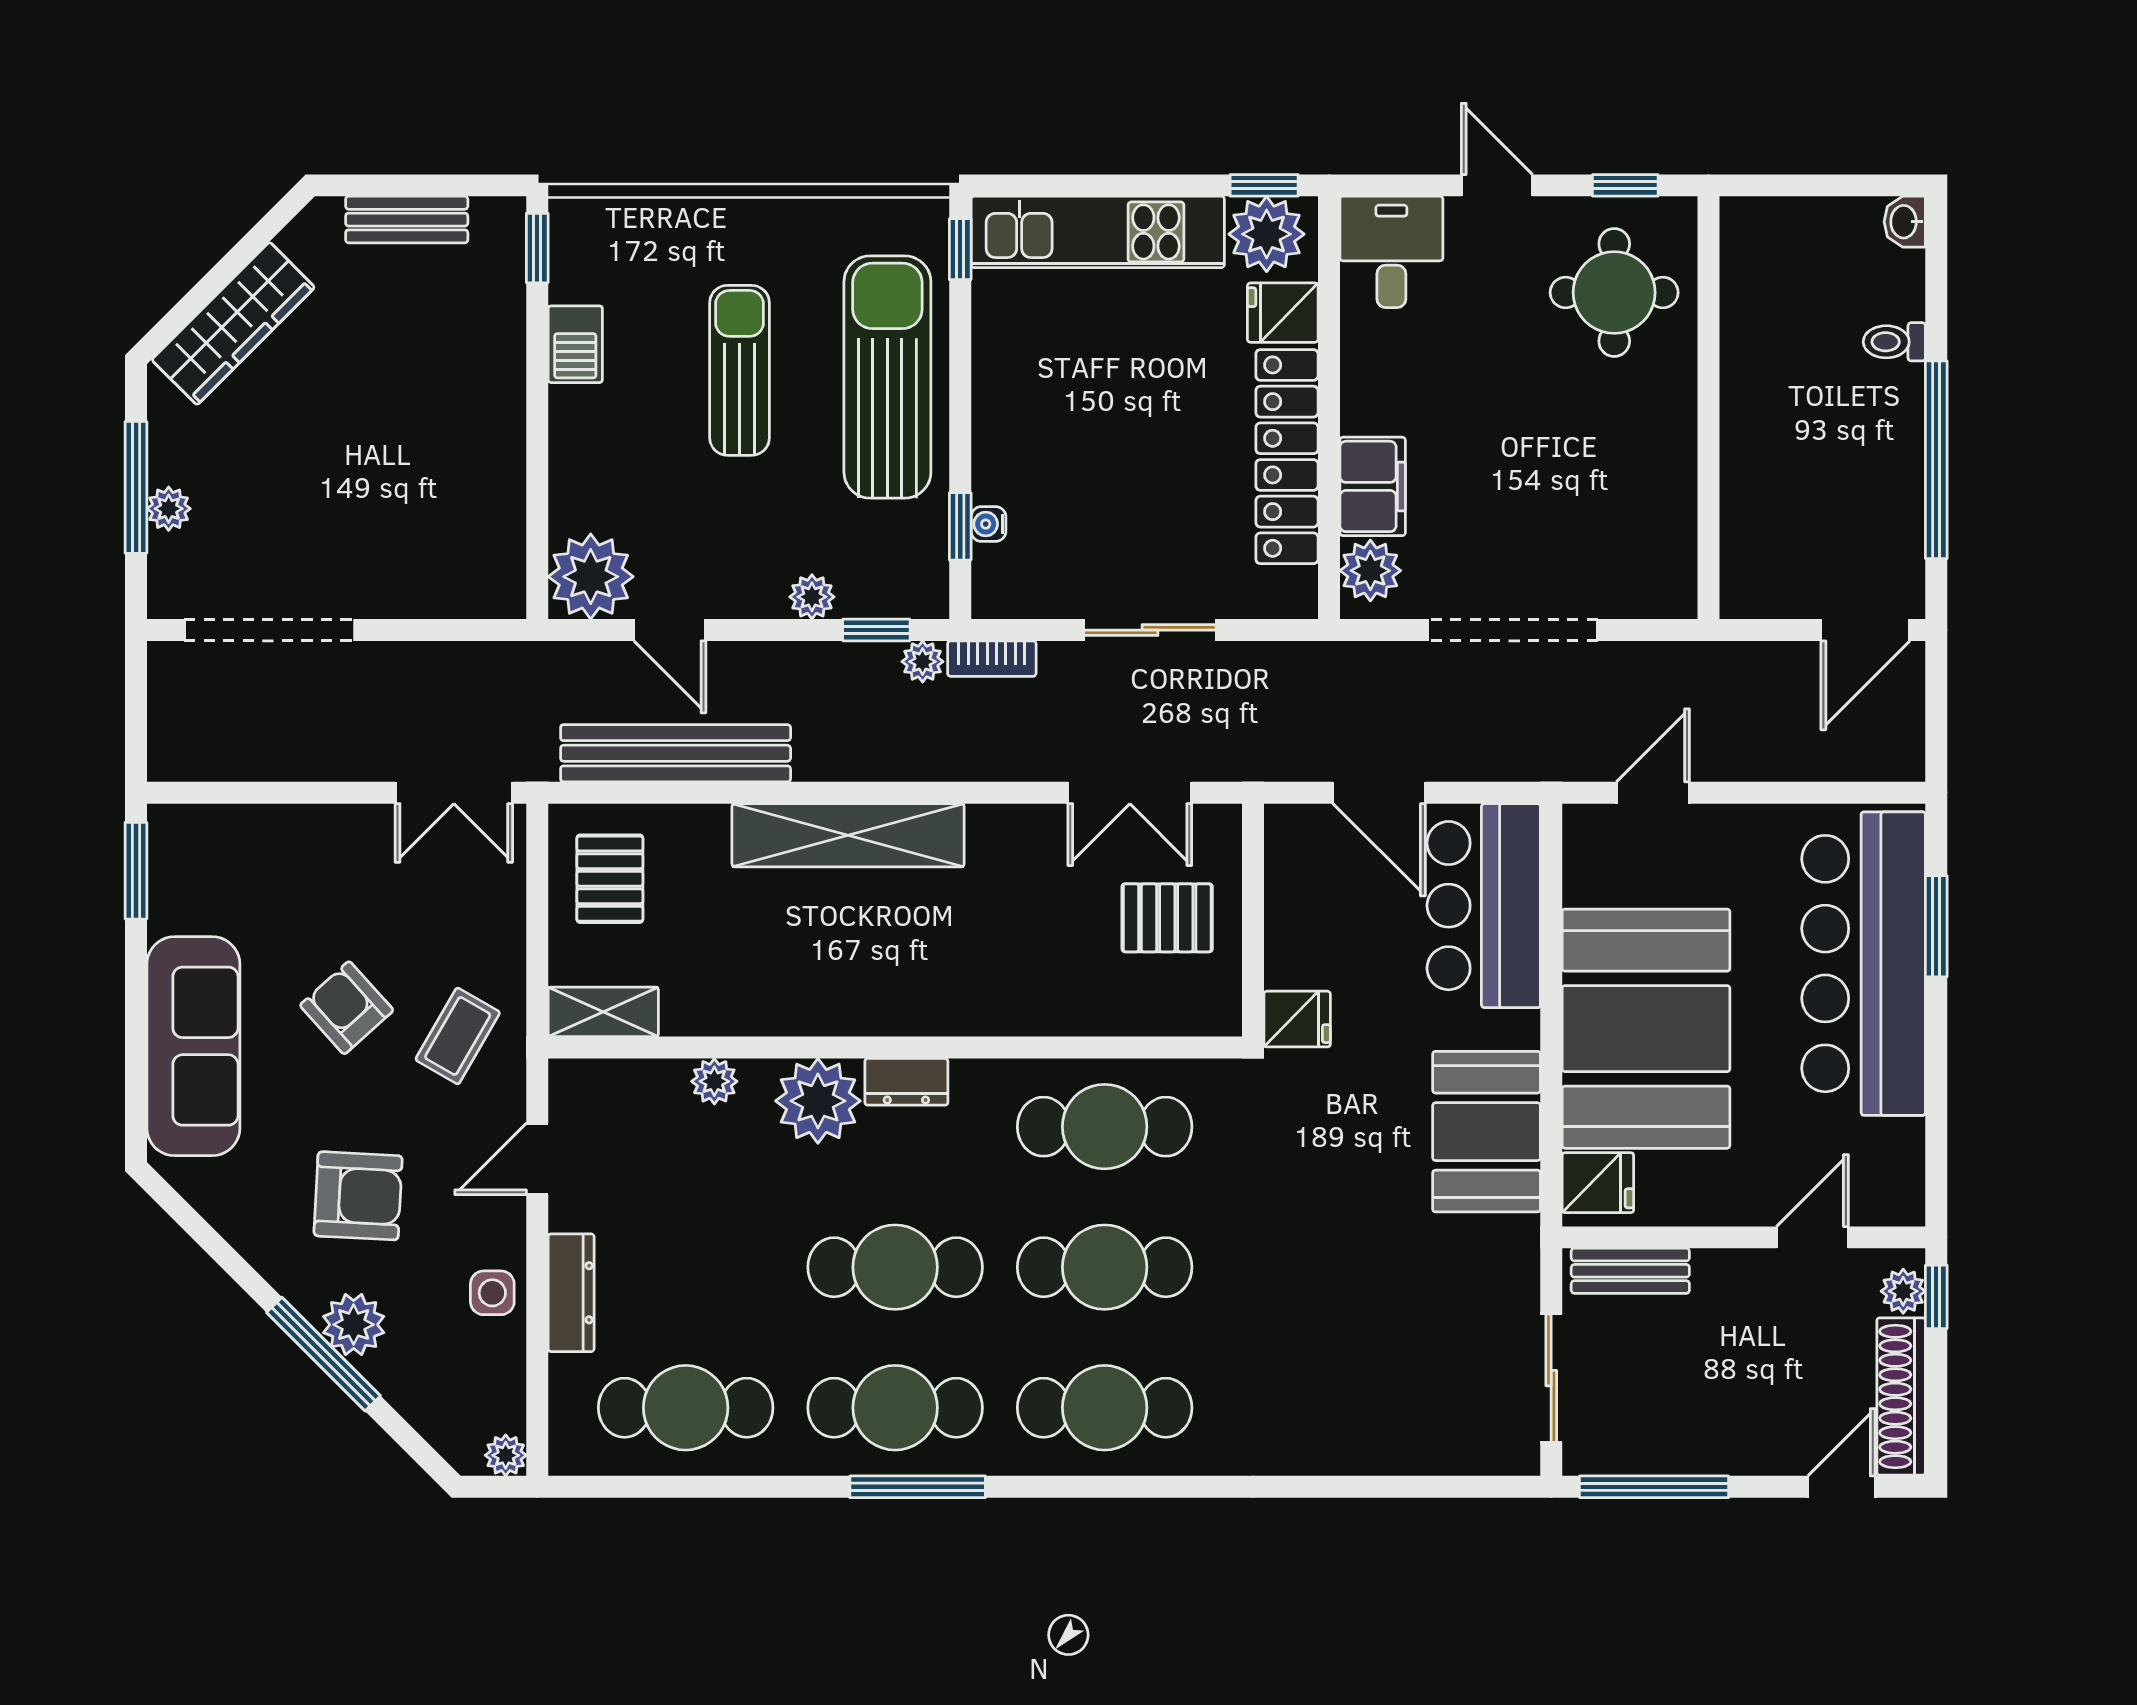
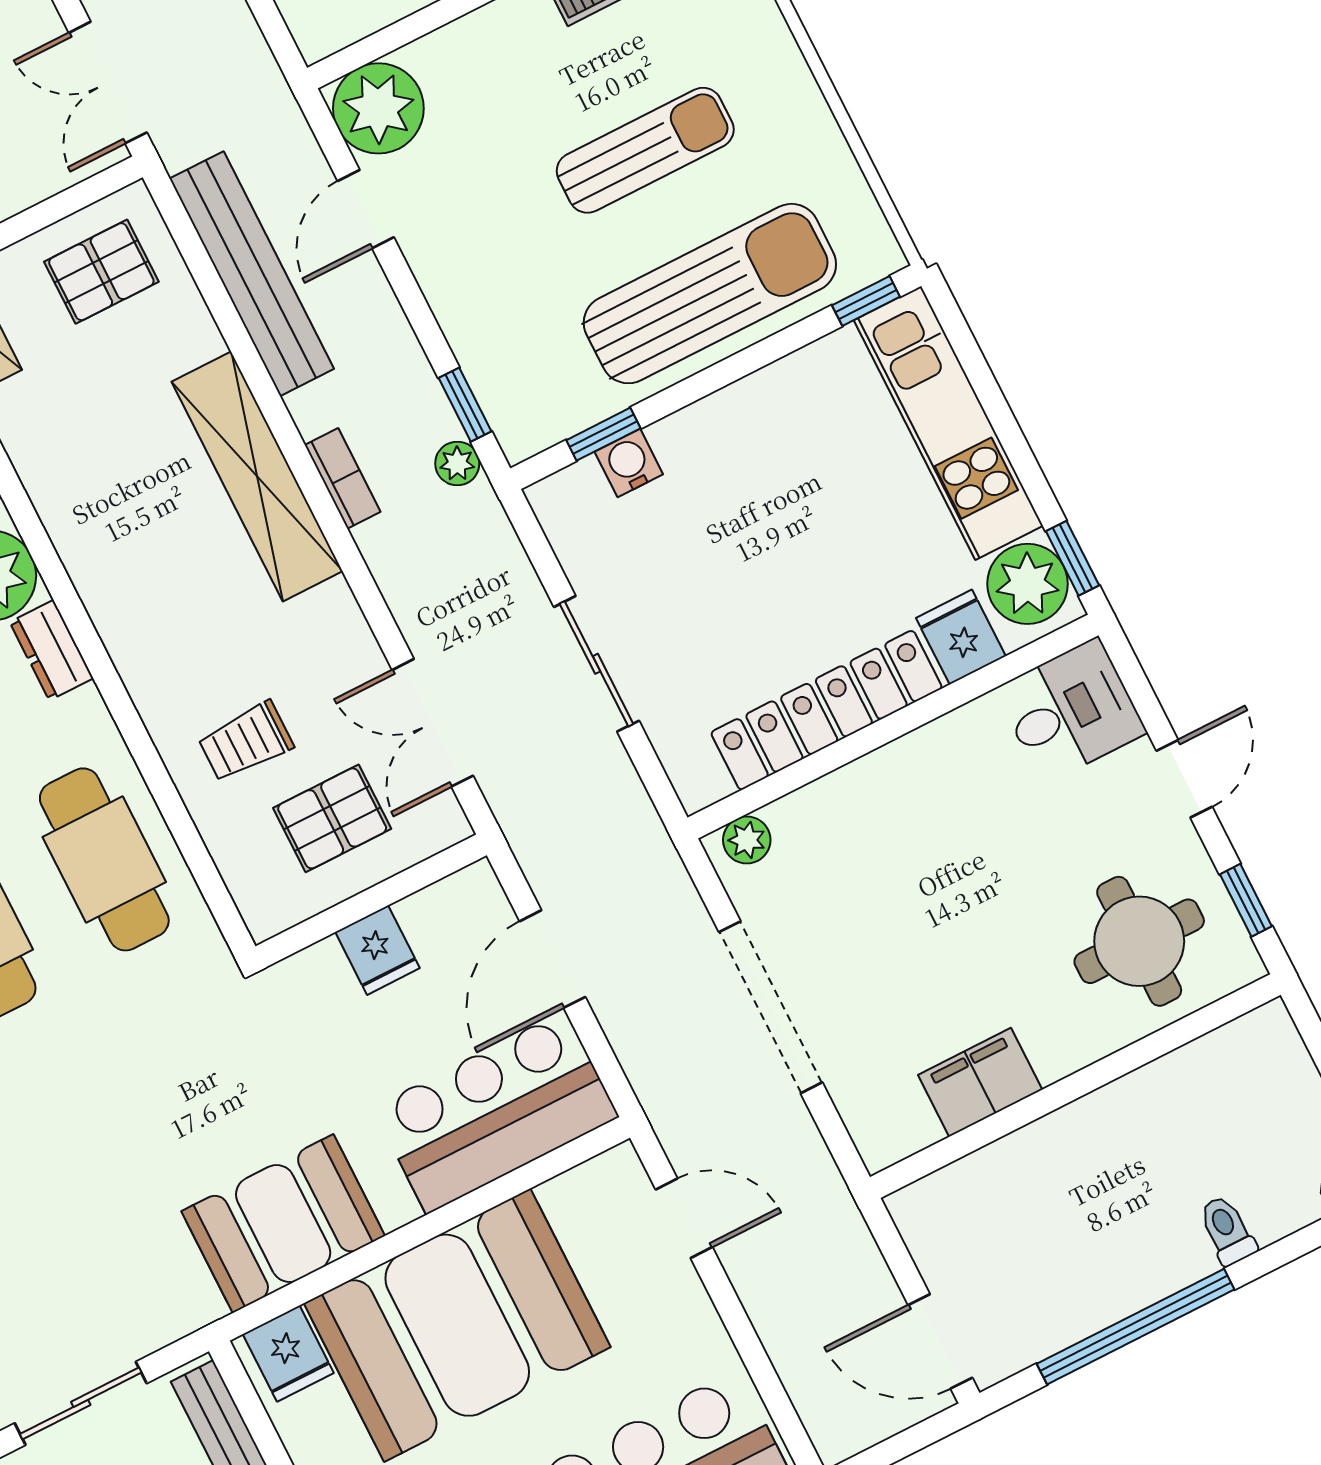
filing cabinet: (1373, 486) -> (980, 1082), moved, turned 180
water cooler: (988, 524) -> (629, 463), width x1.38, depth x1.38
plant: (1370, 571) -> (747, 840), width x0.73, depth x0.73
plant: (812, 597) -> (465, 328), removed
bookcase: (992, 659) -> (343, 478), moved, turned 180
pallet: (1167, 918) -> (332, 818), turned 90
trolley: (1066, 958) -> (246, 742), added
fridge: (1297, 1019) -> (377, 950), moved

